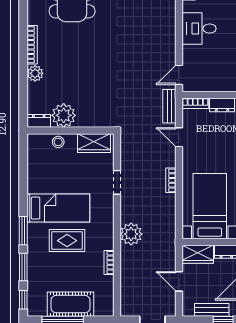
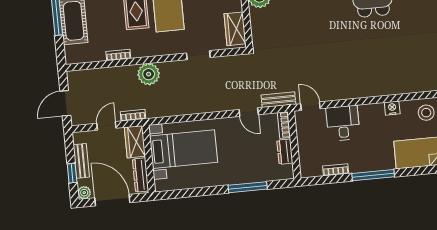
desk: (199, 29) -> (343, 123), moved
door: (179, 137) -> (249, 112), swing flipped
bookcase: (171, 180) -> (133, 115), moved

